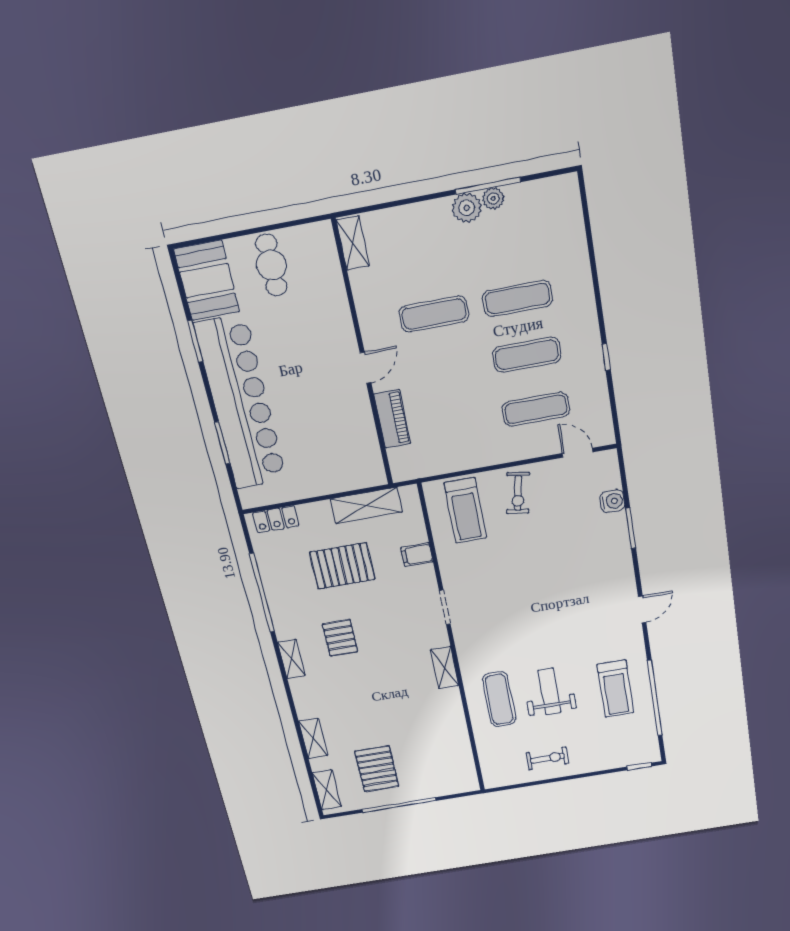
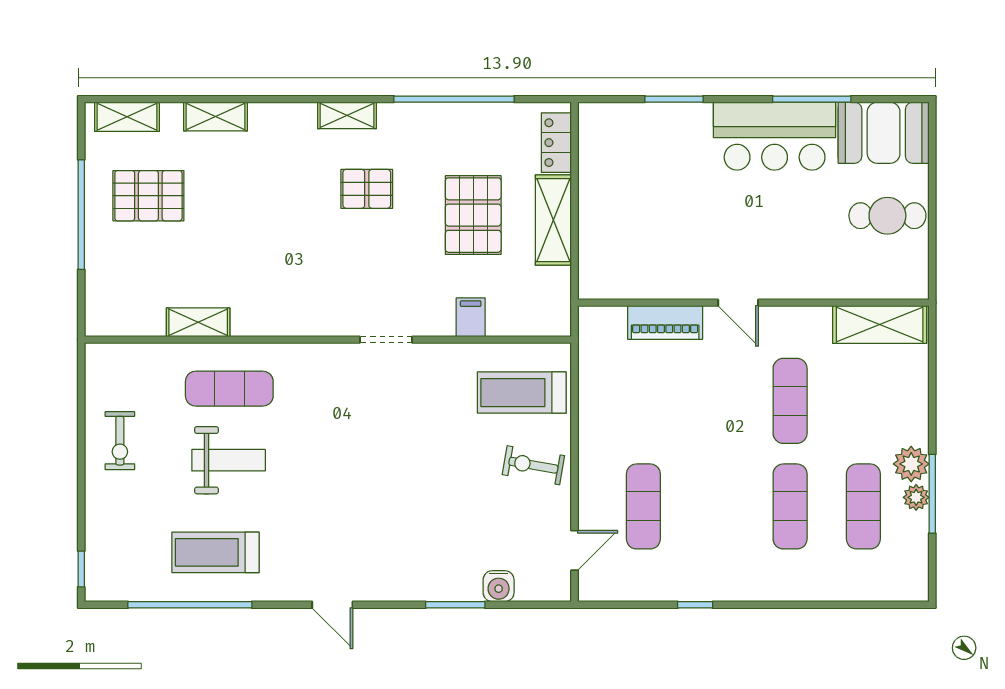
shelving: (353, 243) -> (880, 324), width x1.50, depth x1.33
window: (195, 341) -> (812, 99), width x1.44
exercise mat: (527, 355) -> (863, 506), moved
bar counter: (241, 403) -> (775, 136), width x0.54
shelving: (366, 505) -> (553, 220), moved
shelving: (445, 668) -> (198, 322), moved

